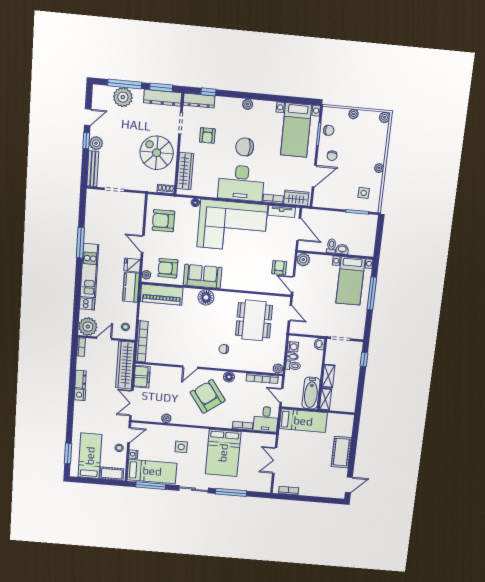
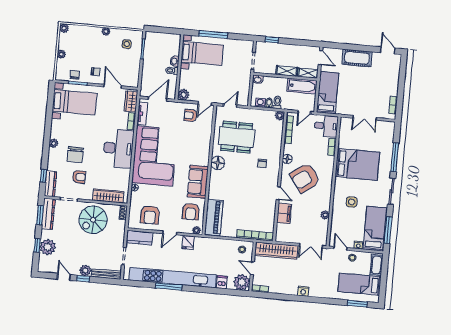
window: (125, 84) -> (37, 245), width x0.46
chair: (245, 147) -> (75, 155), moved
kitchen unit: (89, 271) -> (173, 278), width x1.86
kitchen counter: (131, 287) -> (139, 238), moved
floor lamp: (206, 297) -> (218, 163), moved
filing cabinet: (142, 377) -> (284, 213), moved, turned 90
dresser: (81, 379) -> (289, 290), removed
door: (343, 413) -> (320, 58), added

